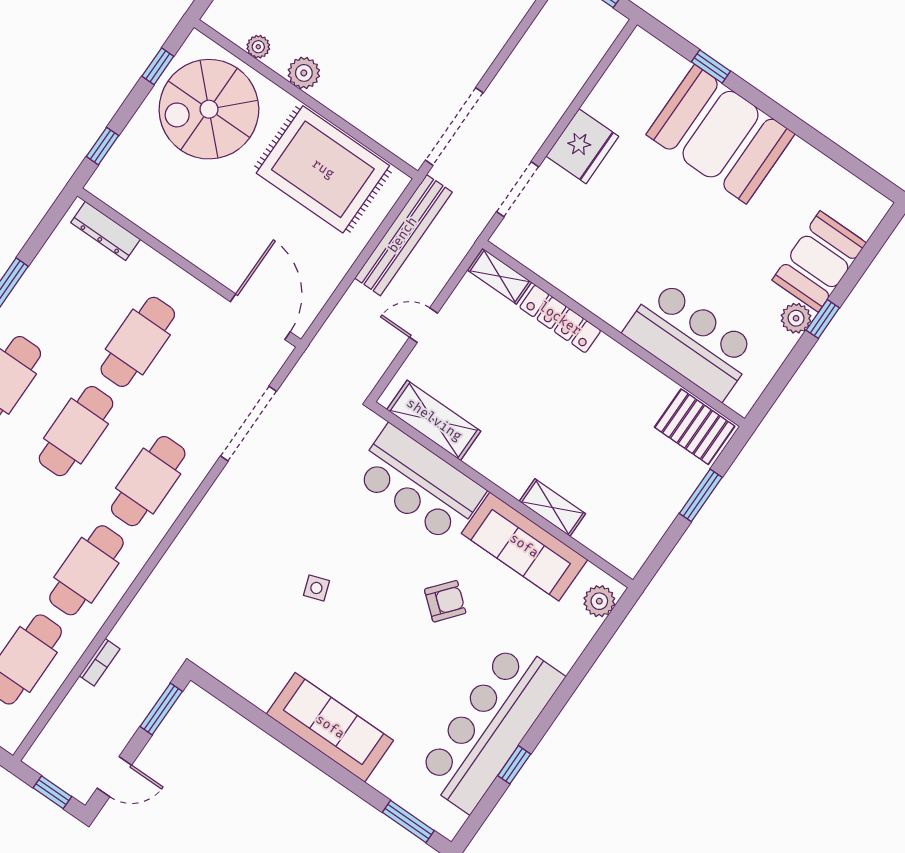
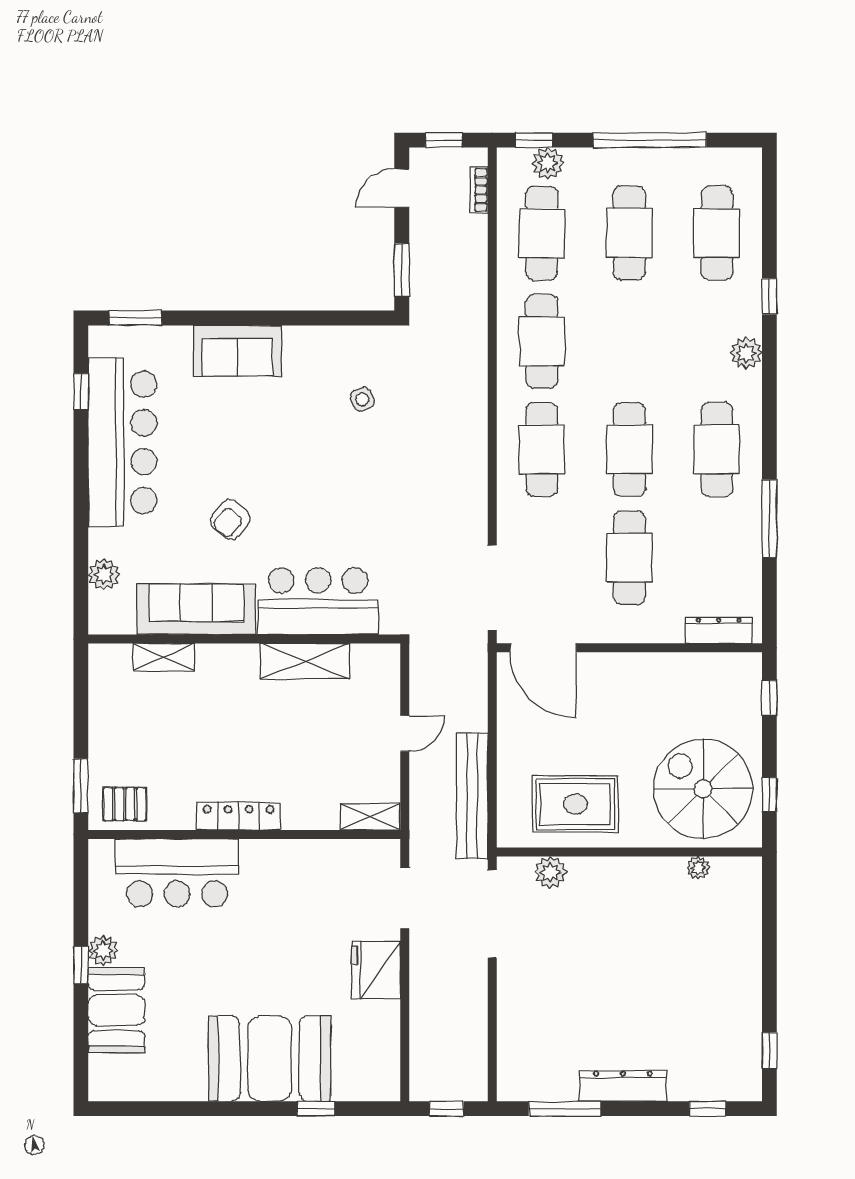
plant: (304, 73) -> (550, 872), moved
spiral stairs: (209, 109) -> (703, 789), turned -90
rug: (323, 169) -> (576, 804), width x0.73, depth x0.69
locker: (560, 319) -> (239, 816), moved
shelving: (434, 420) -> (305, 661), moved
doorway: (248, 424) -> (492, 588), moved
pallet: (695, 427) -> (125, 804), width x0.67, depth x0.71
window: (701, 495) -> (81, 786), moved
shelving: (552, 508) -> (164, 657), moved
side table: (316, 588) -> (362, 399), moved
plant: (599, 601) -> (104, 574), moved
bookcase: (100, 662) -> (479, 190), moved
sofa: (330, 727) -> (237, 351), width x0.73
window: (514, 765) -> (81, 392), moved

